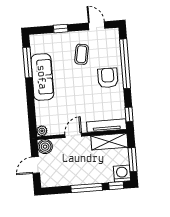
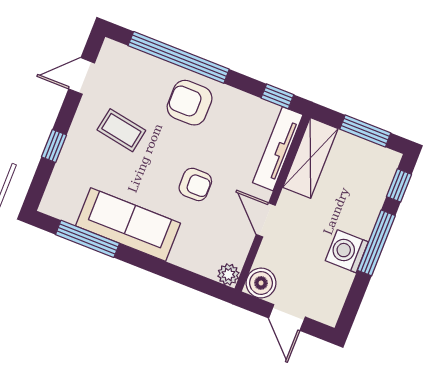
armchair: (74, 98) -> (195, 184), added
washing machine: (122, 173) -> (347, 251), moved

